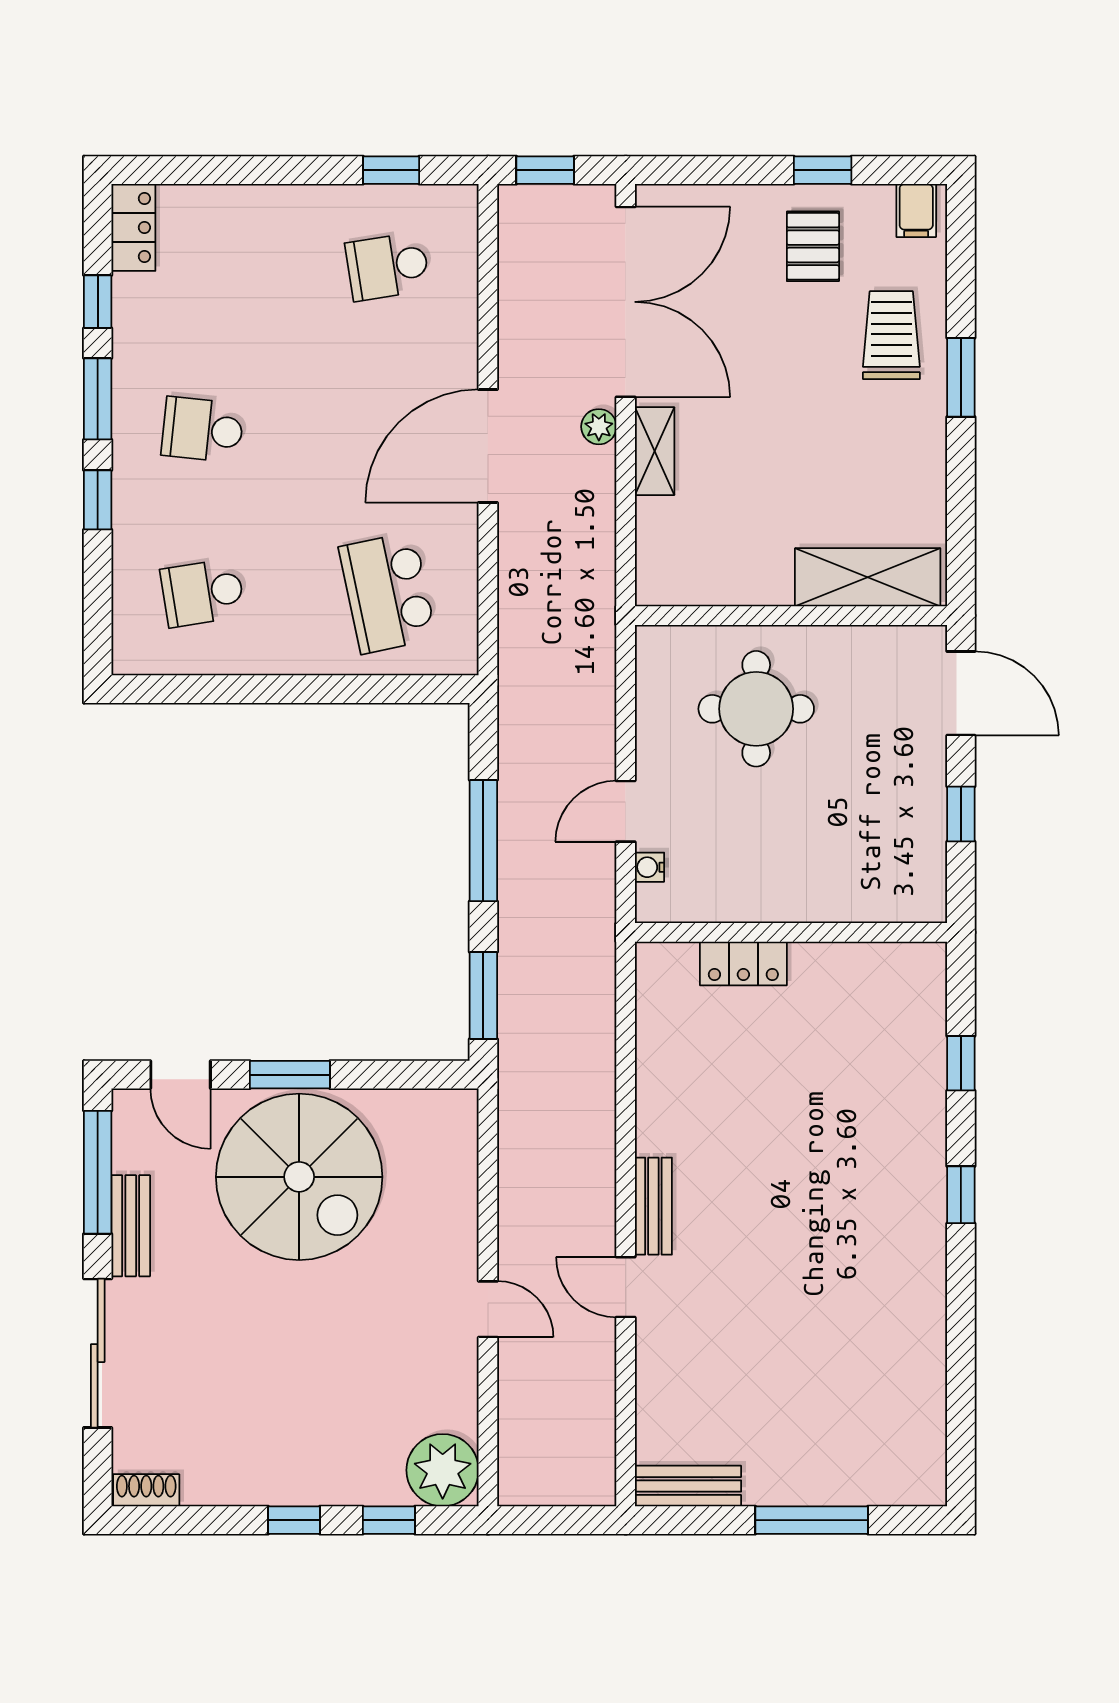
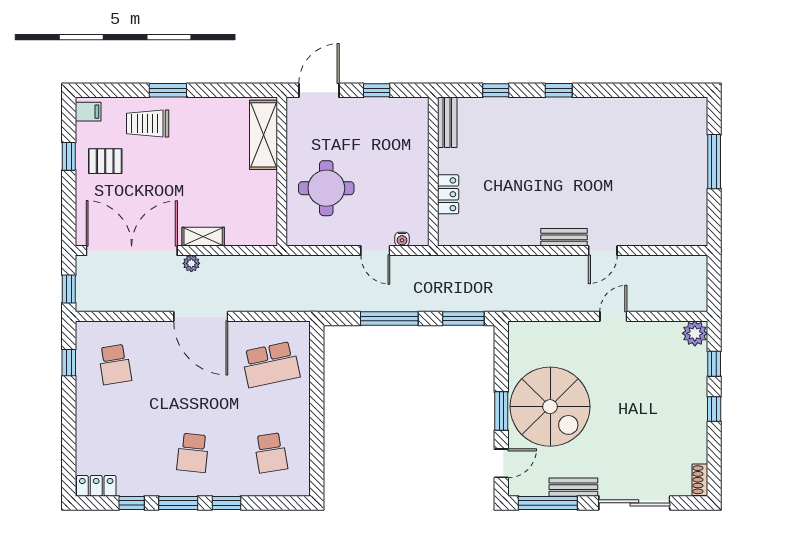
spiral stairs: (299, 1177) -> (550, 407), turned 90
plant: (443, 1470) -> (695, 333), width x0.73, depth x0.73
bench: (688, 1486) -> (447, 122), moved

